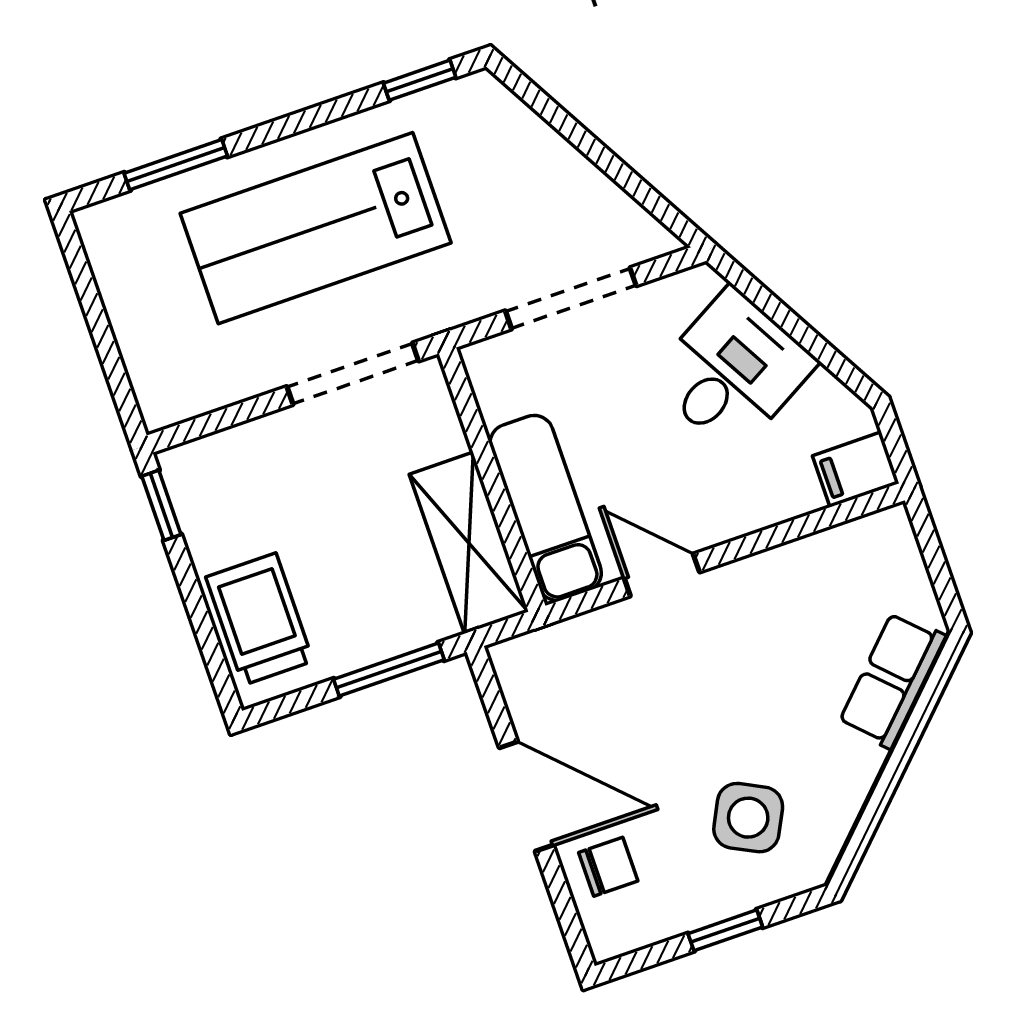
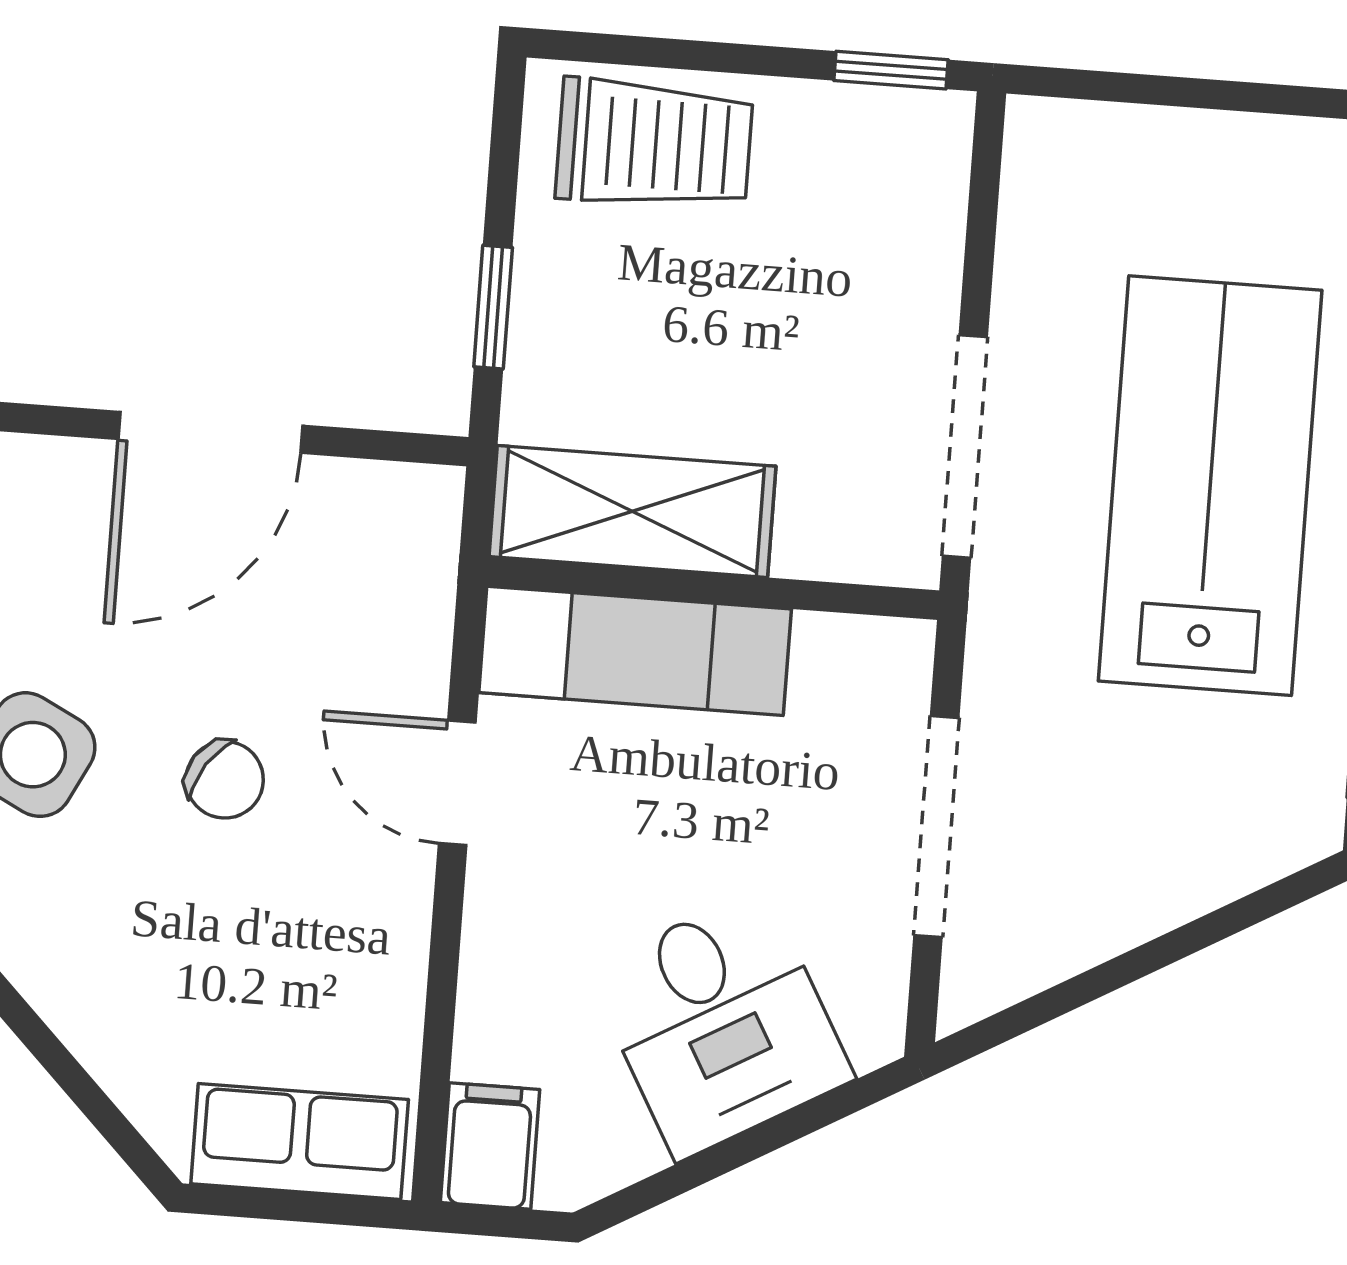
door: (662, 575) -> (457, 783), swing flipped
window: (389, 669) -> (493, 307), width x0.67
row of seats: (893, 680) -> (300, 1142), moved, turned -45
chair: (608, 867) -> (225, 780), moved, turned -56

